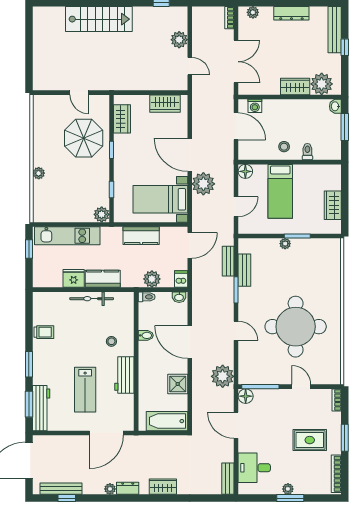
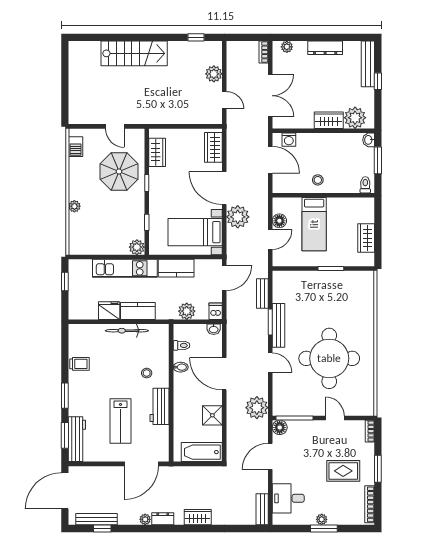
wardrobe: (165, 104) -> (213, 147), moved, turned 90
barbecue: (40, 113) -> (75, 147), added
toilet: (307, 152) -> (365, 185), moved
floor lamp: (245, 171) -> (279, 221), moved
kitchen unit: (67, 236) -> (125, 268), moved
plant: (285, 244) -> (319, 276), removed
bench: (244, 270) -> (279, 325), moved, width x1.36
toilet: (147, 297) -> (182, 345), moved
door: (236, 425) -> (270, 456), hinge flipped

